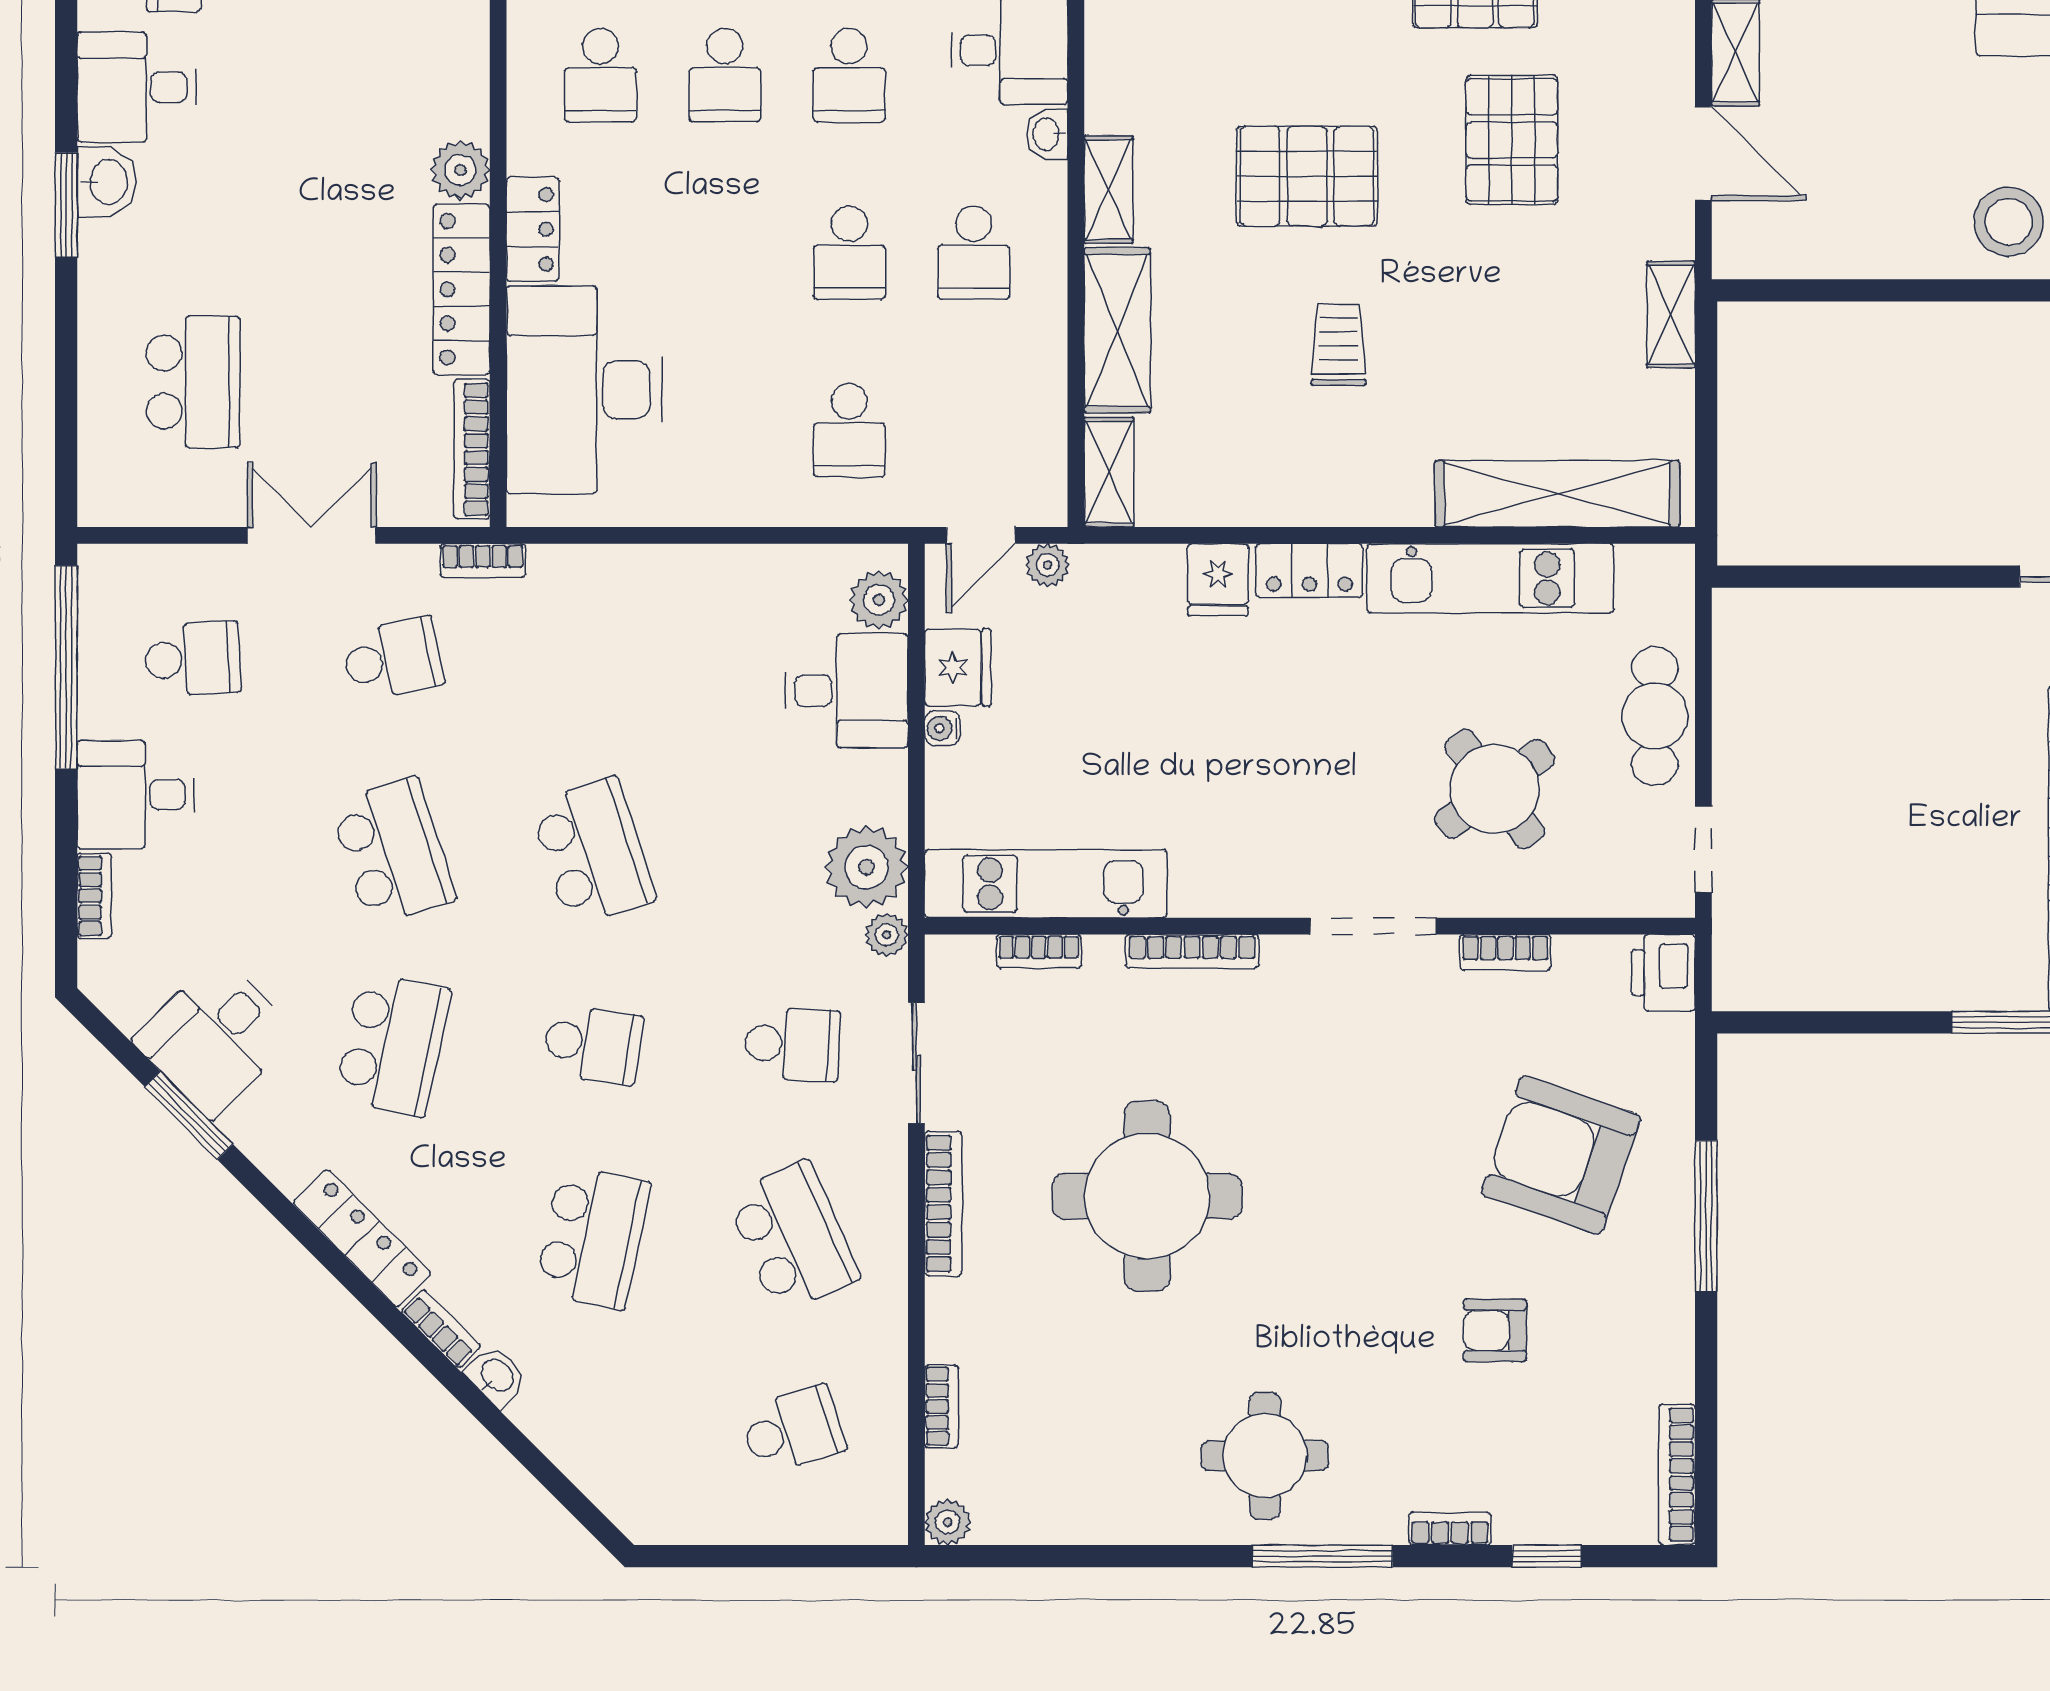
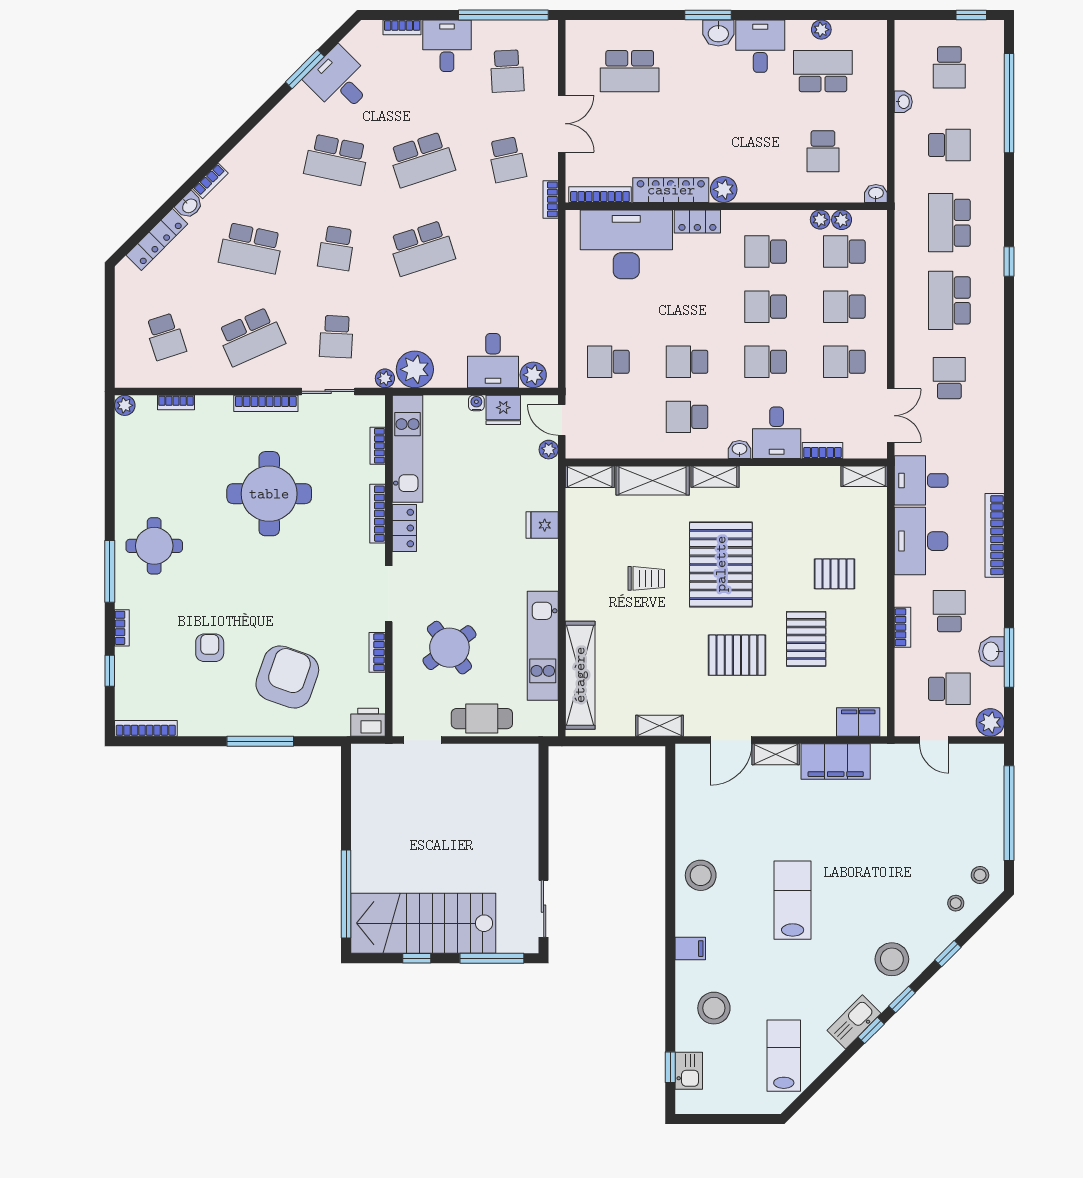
pallet: (1307, 176) -> (721, 564), width x1.37, depth x1.41
locker: (1309, 571) -> (404, 528), moved, turned 180
locker: (362, 1238) -> (157, 240), moved

